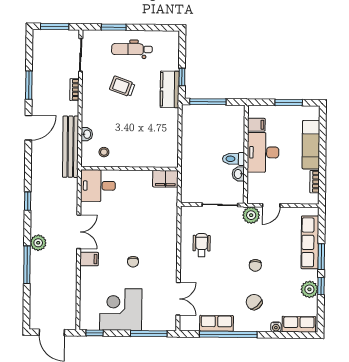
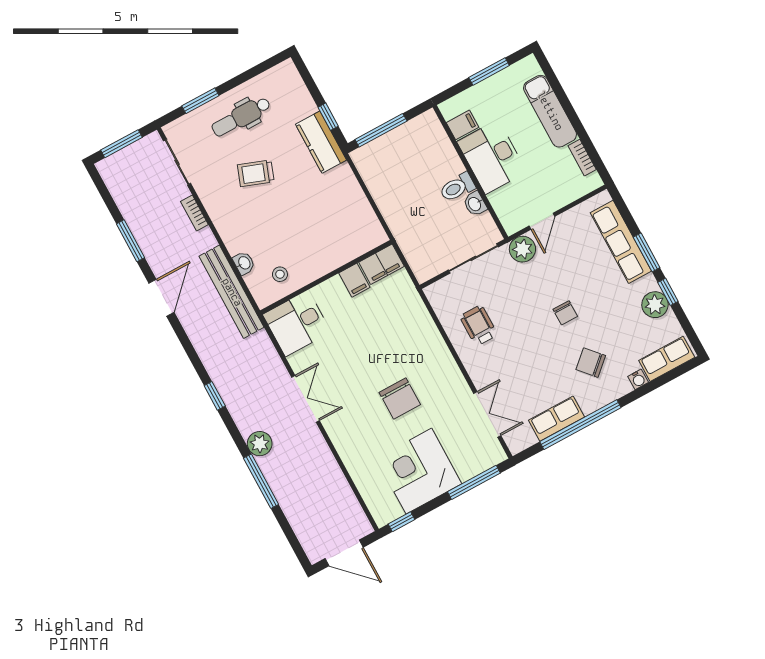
filing cabinet: (89, 259) -> (354, 280), moved, turned 90
chair: (133, 262) -> (400, 399), width x1.87, depth x1.87

